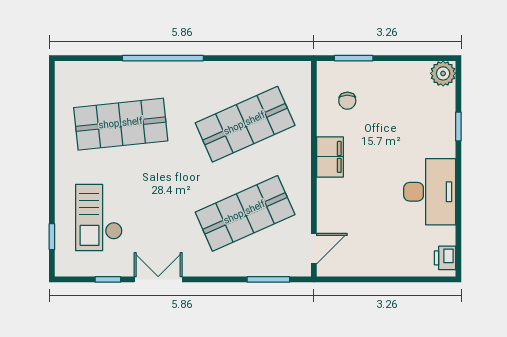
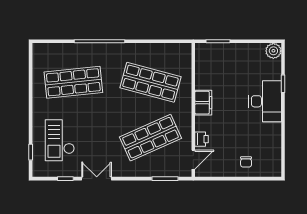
chair: (347, 101) -> (246, 162), moved
shop shelf: (245, 124) -> (150, 82), turned 39
desk: (430, 192) -> (265, 101), moved
printer: (445, 258) -> (202, 139), moved, turned 180

